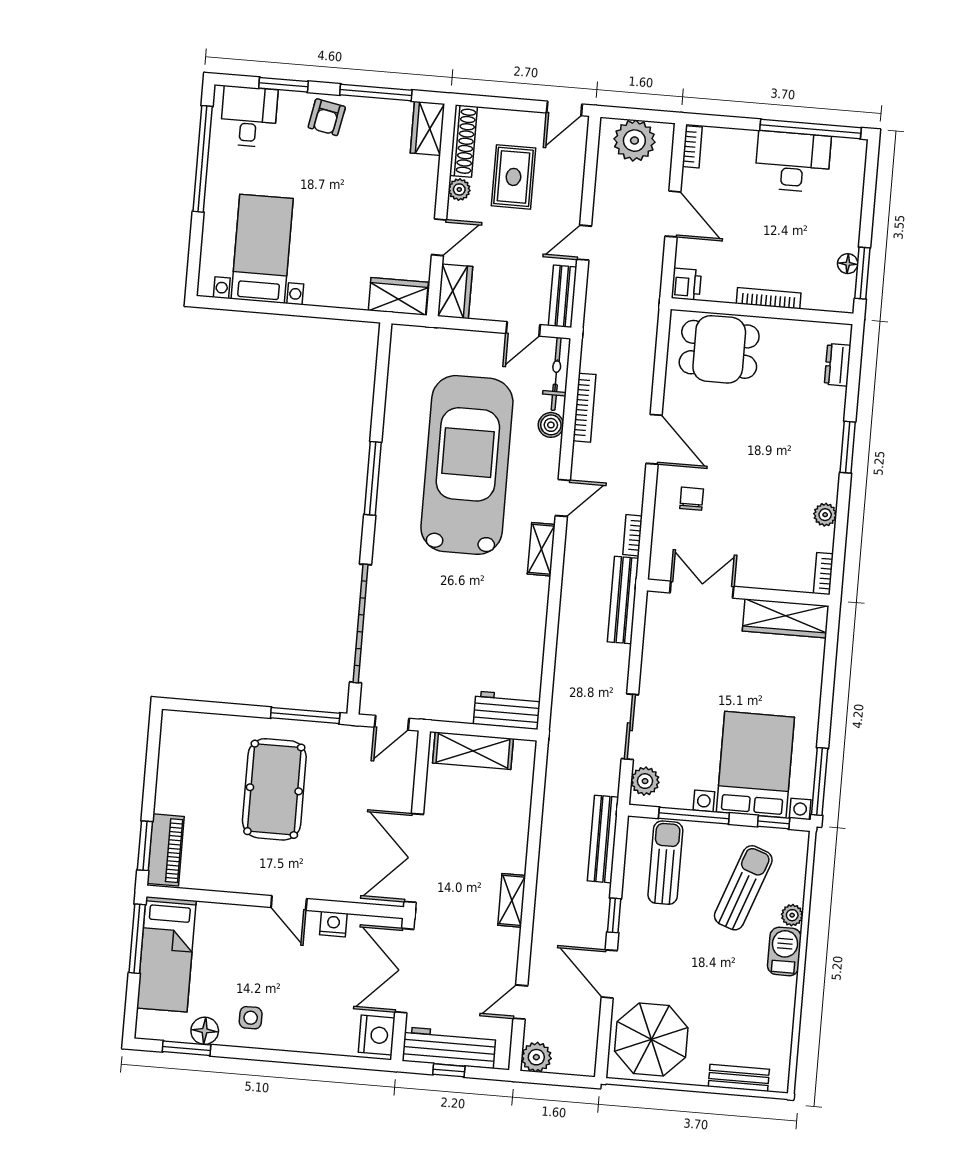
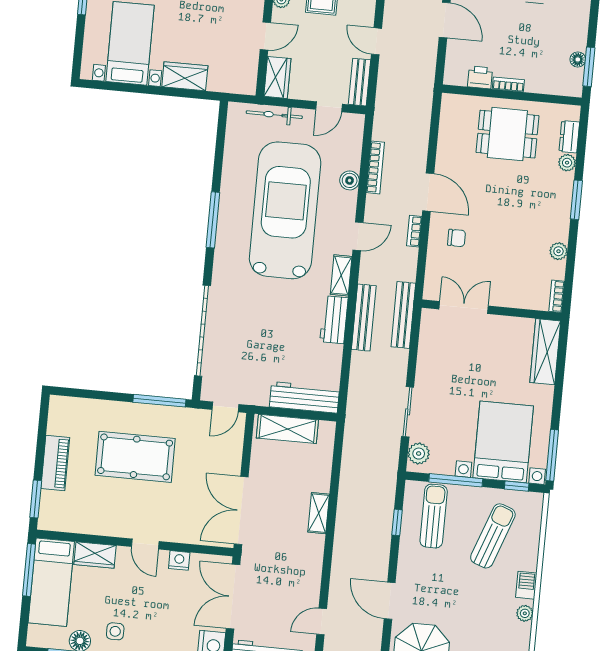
door: (584, 243) -> (376, 41), hinge flipped
printer: (686, 284) -> (480, 77), moved, turned -90
wardrobe: (398, 296) -> (185, 76), moved
bookcase: (769, 298) -> (508, 84), width x0.64
dining table: (719, 349) -> (507, 134), moved
bicycle: (556, 374) -> (274, 115), moved, turned -90
plant: (835, 399) -> (567, 163), added
chair: (692, 499) -> (457, 238), turned 90
bookcase: (632, 535) -> (414, 231), moved
workbench: (532, 607) -> (334, 320), added
wardrobe: (786, 618) -> (545, 352), moved, turned 90
workbench: (507, 710) -> (304, 397), width x1.38
pool table: (274, 789) -> (135, 457), turned 90
bench: (603, 839) -> (364, 318), moved
piano: (166, 850) -> (55, 463), moved
shelving: (512, 900) -> (319, 513), moved
window: (614, 915) -> (397, 522), moved
plant: (792, 915) -> (525, 613), moved
wardrobe: (223, 918) -> (95, 555), added
barbecue: (784, 951) -> (526, 585), width x0.73, depth x0.79

